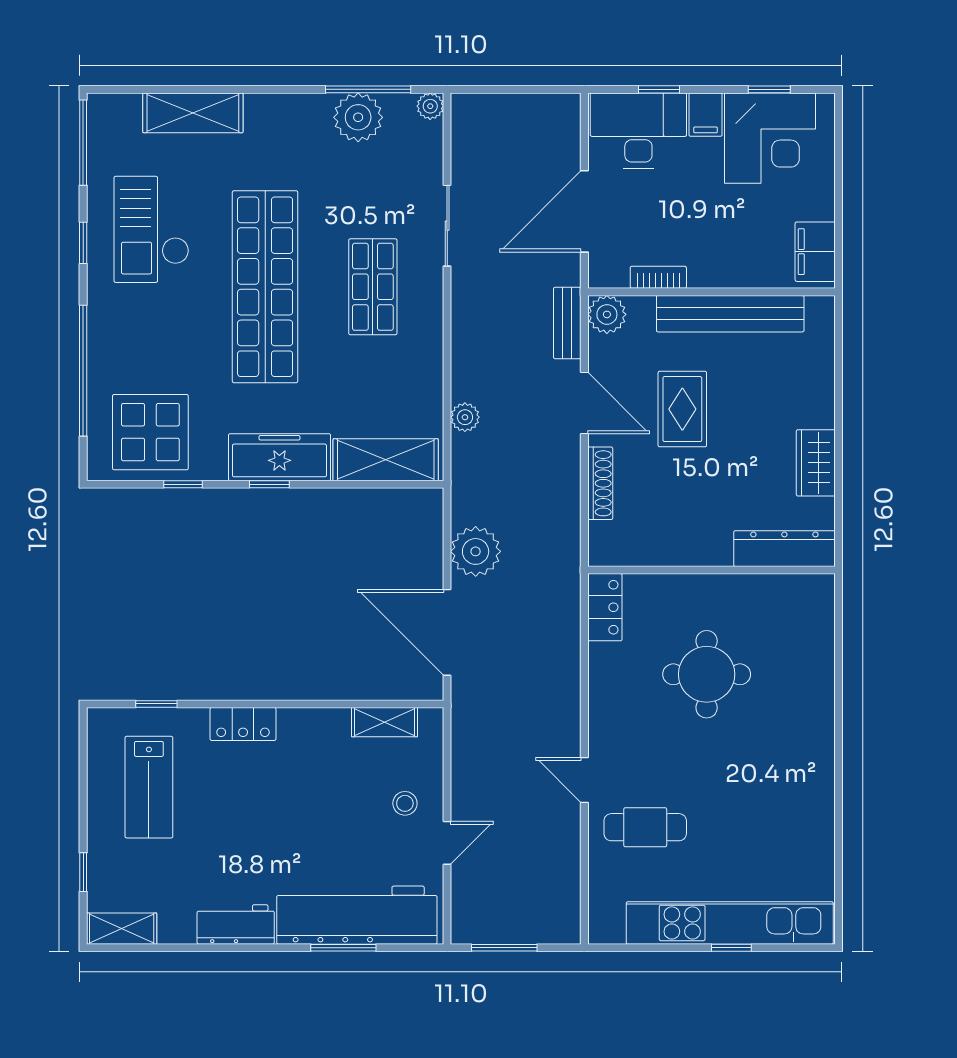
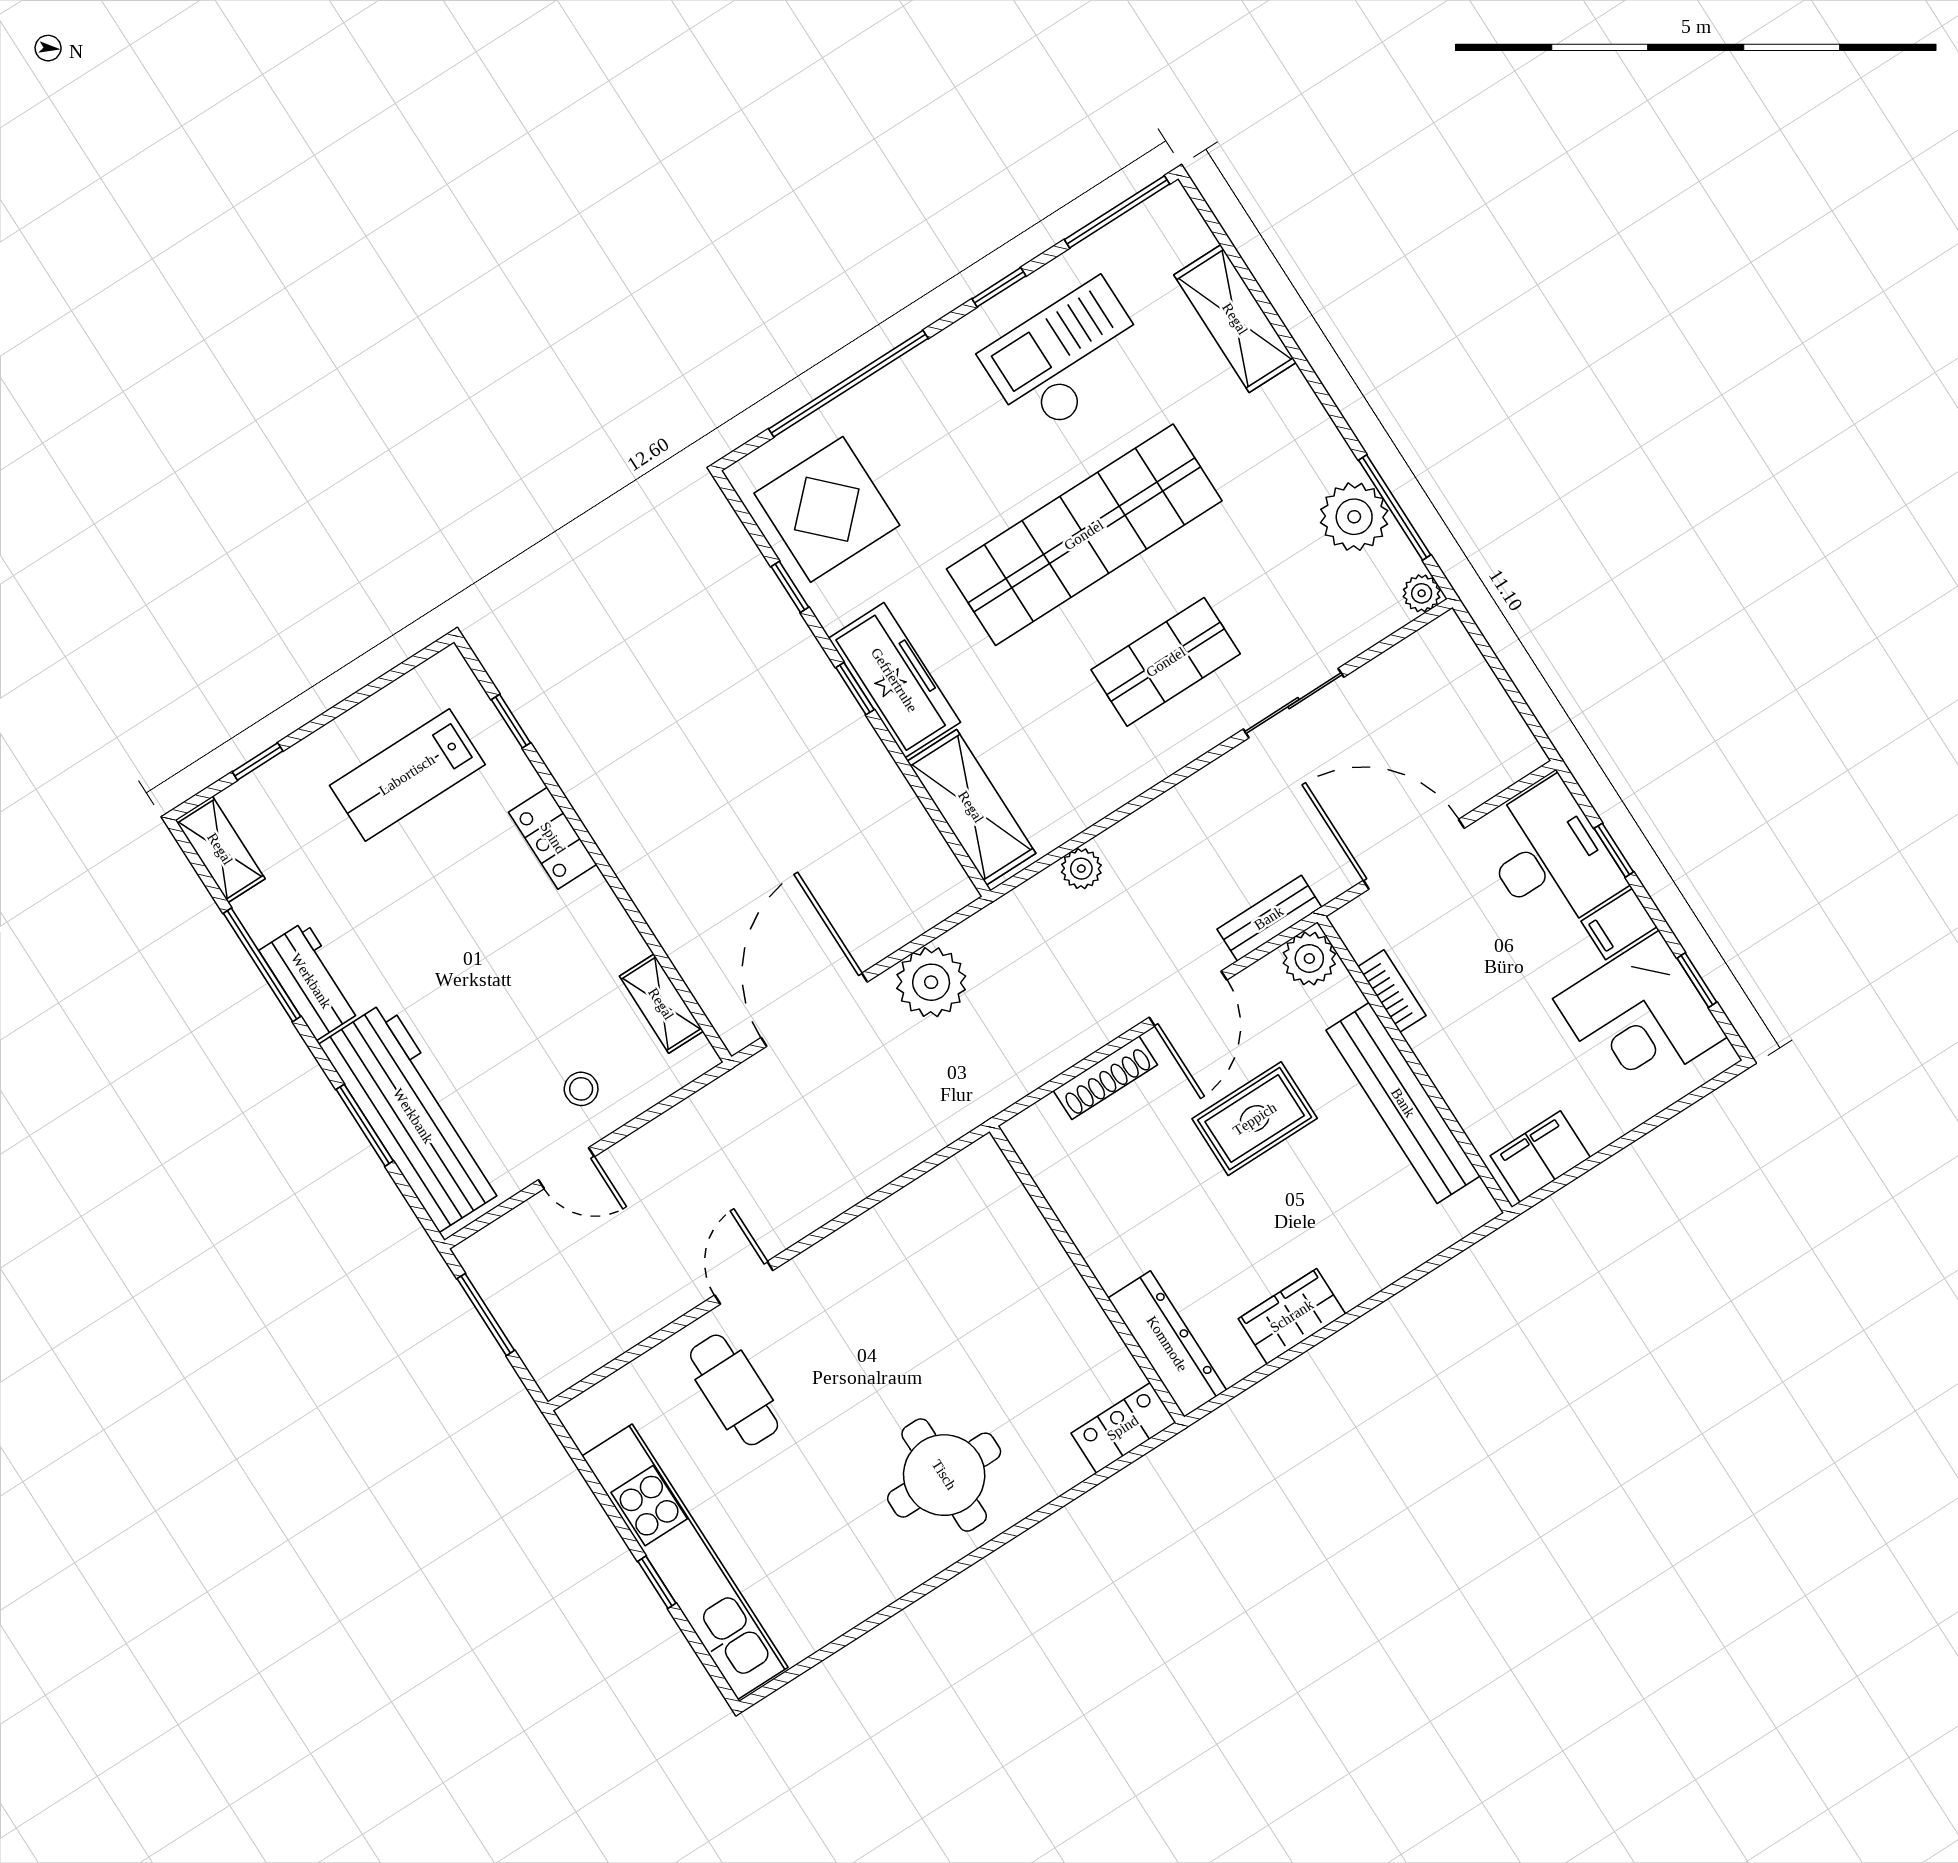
locker: (605, 607) -> (1123, 1428), moved, turned 180
round table: (707, 674) -> (944, 1475), moved
window: (207, 948) -> (262, 965), added

